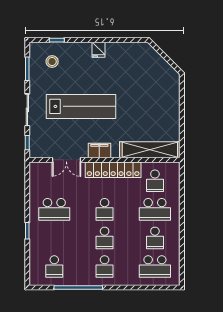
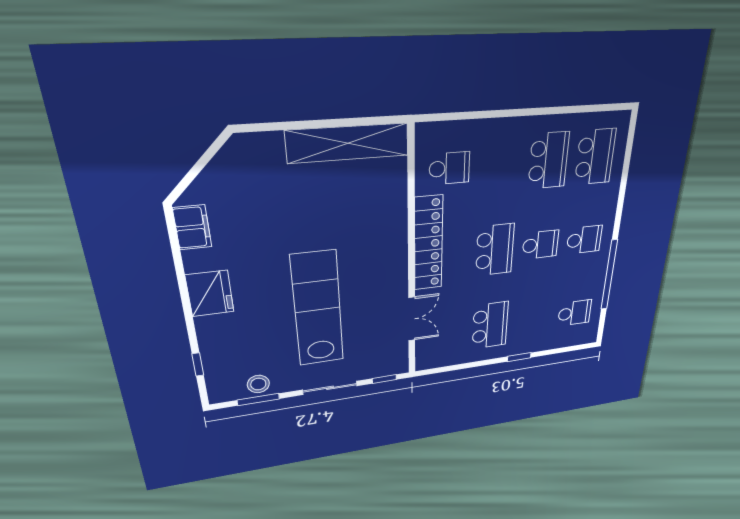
fridge: (99, 50) -> (210, 293), width x1.88, depth x1.34
stool: (52, 62) -> (258, 384), moved
shelving: (150, 150) -> (348, 143), moved, turned 90
filing cabinet: (99, 151) -> (192, 227), moved, turned 180
school desk: (105, 209) -> (495, 250), width x1.85
school desk: (155, 209) -> (500, 164), removed
school desk: (155, 238) -> (549, 160), width x1.85

